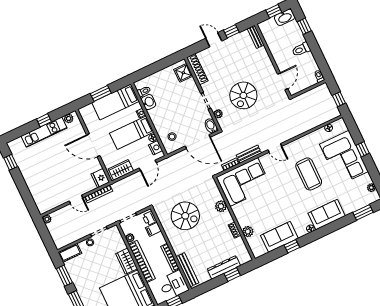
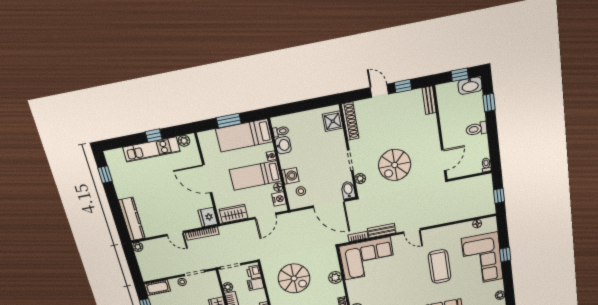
washing machine: (160, 126) -> (290, 176), added
kitchen counter: (38, 196) -> (132, 219), added

